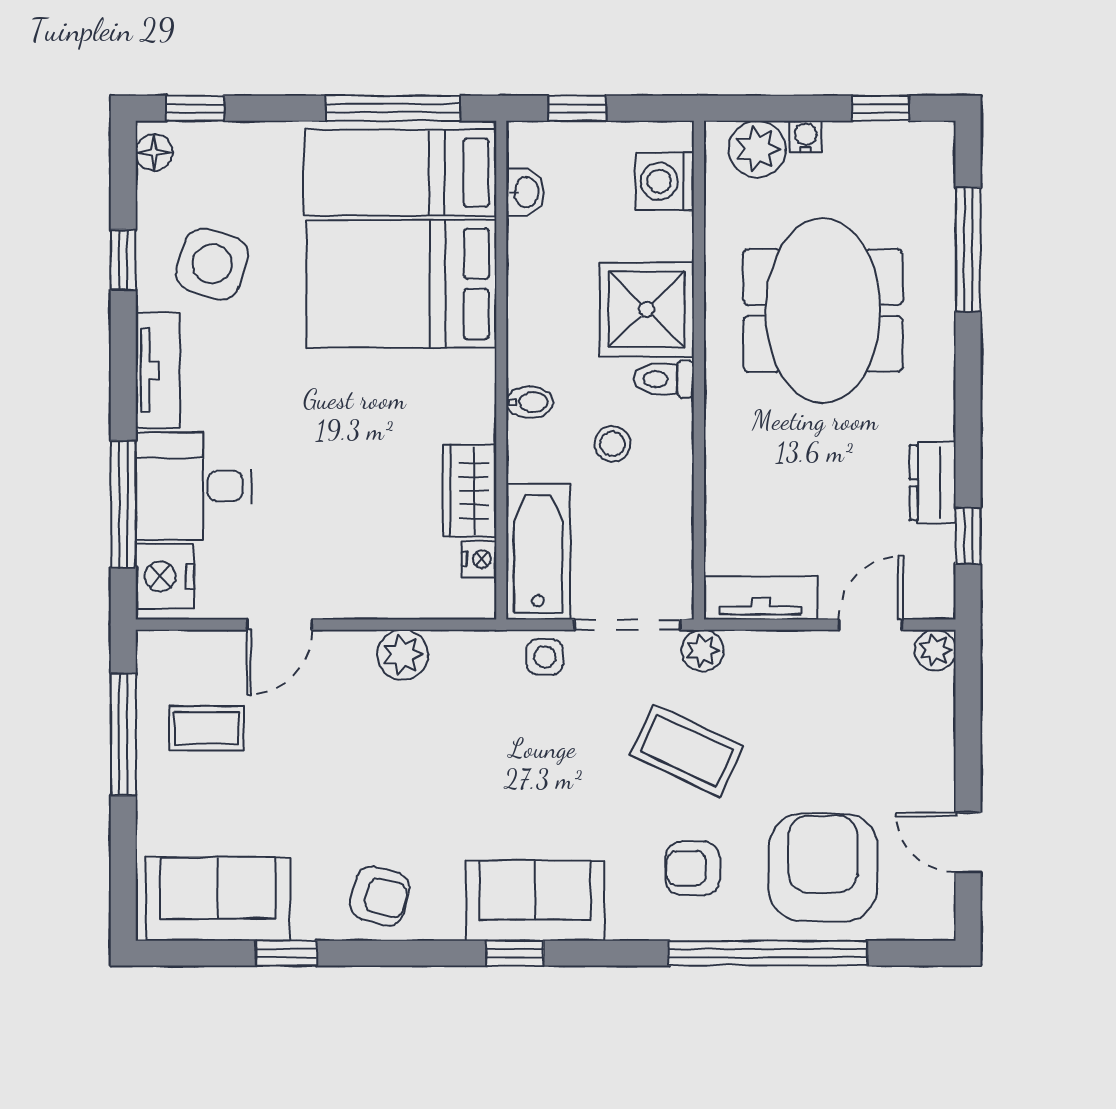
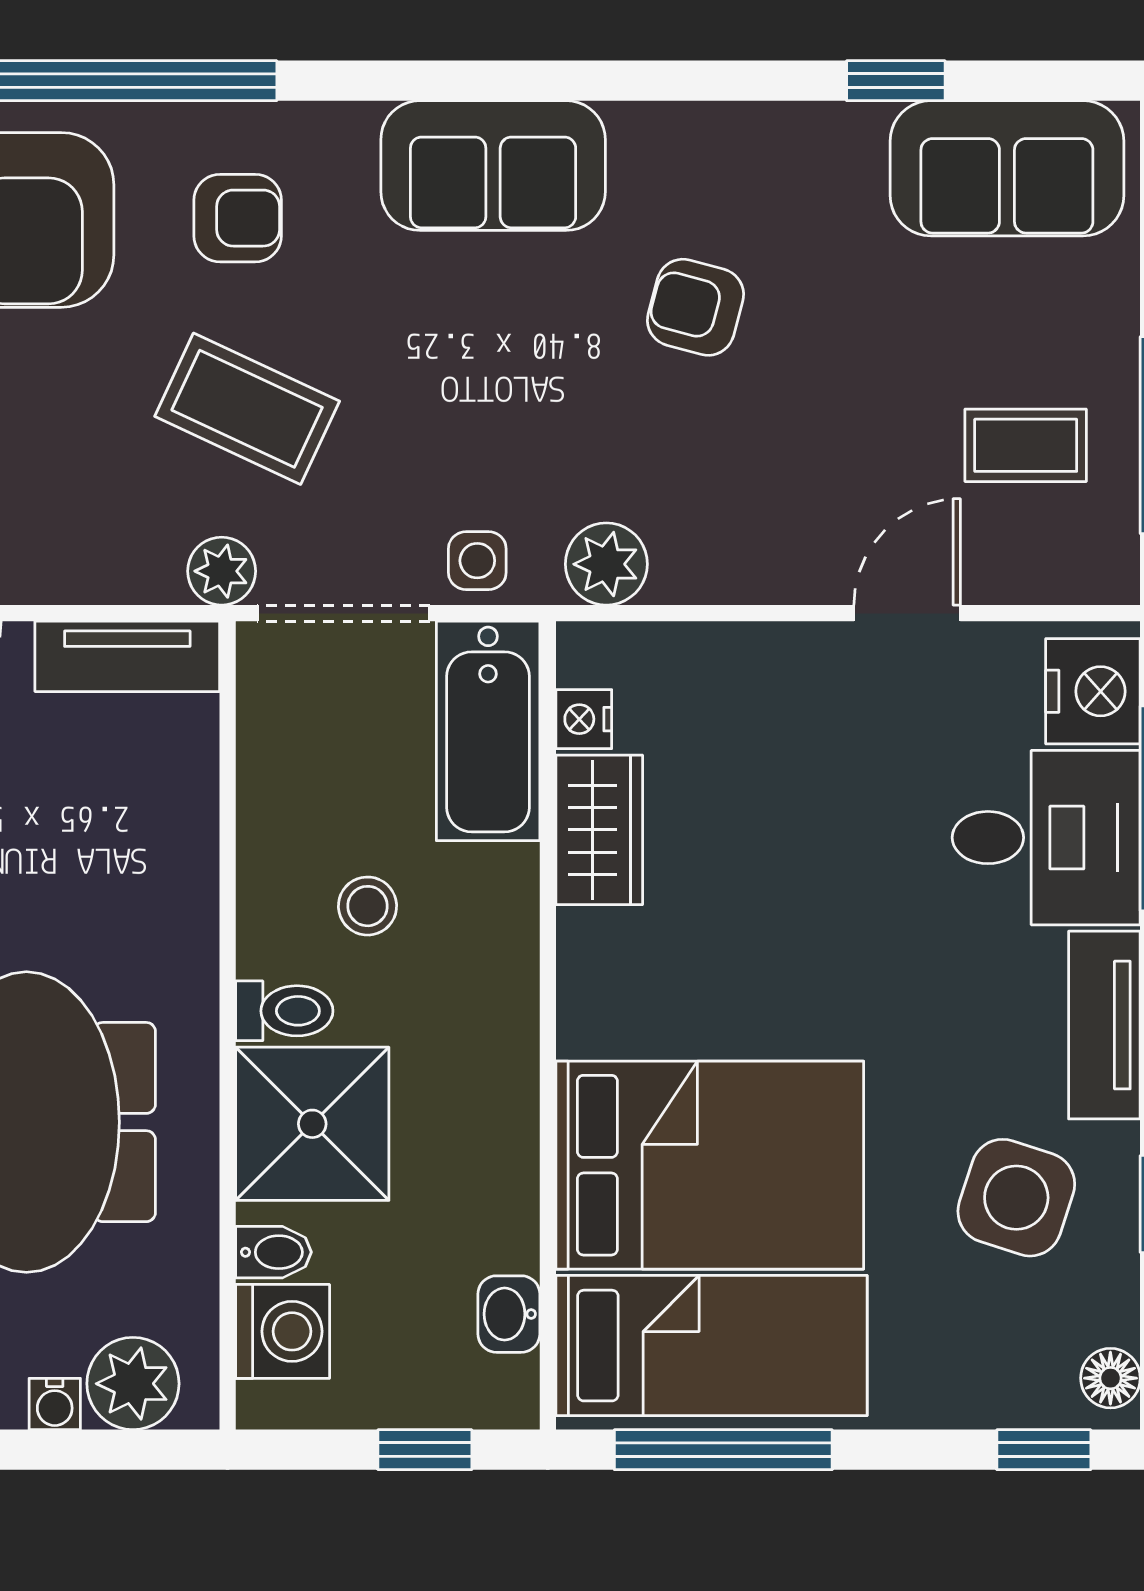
bidet: (530, 402) -> (274, 1252), moved, turned 180
plant: (403, 655) -> (606, 564), moved
armchair: (380, 896) -> (695, 307), moved
window: (515, 953) -> (526, 81), removed

